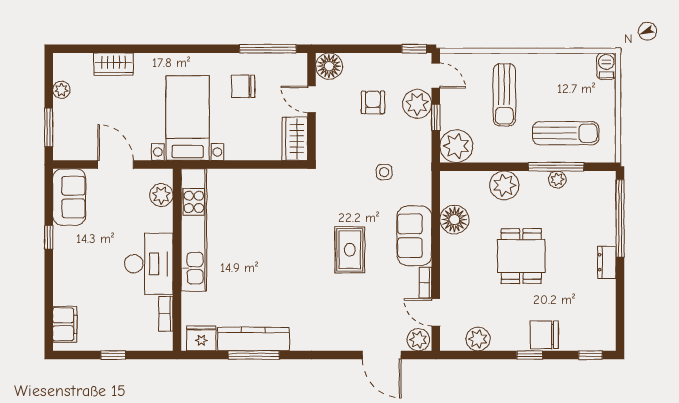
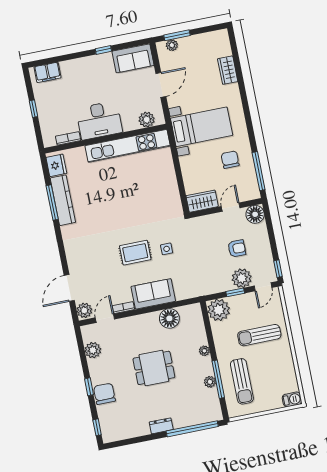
plant: (61, 90) -> (172, 45), moved
side table: (384, 172) -> (167, 249), moved
plant: (504, 185) -> (204, 351), width x0.53, depth x0.53

